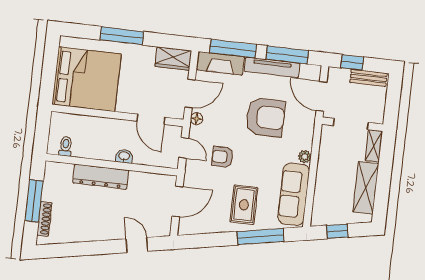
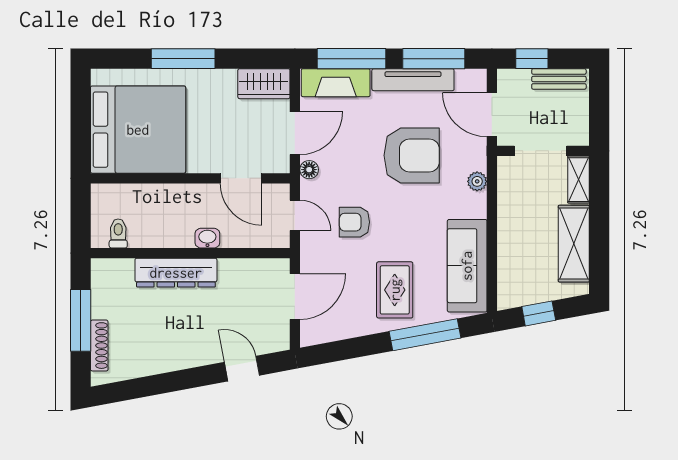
plant: (305, 157) -> (477, 181), moved

